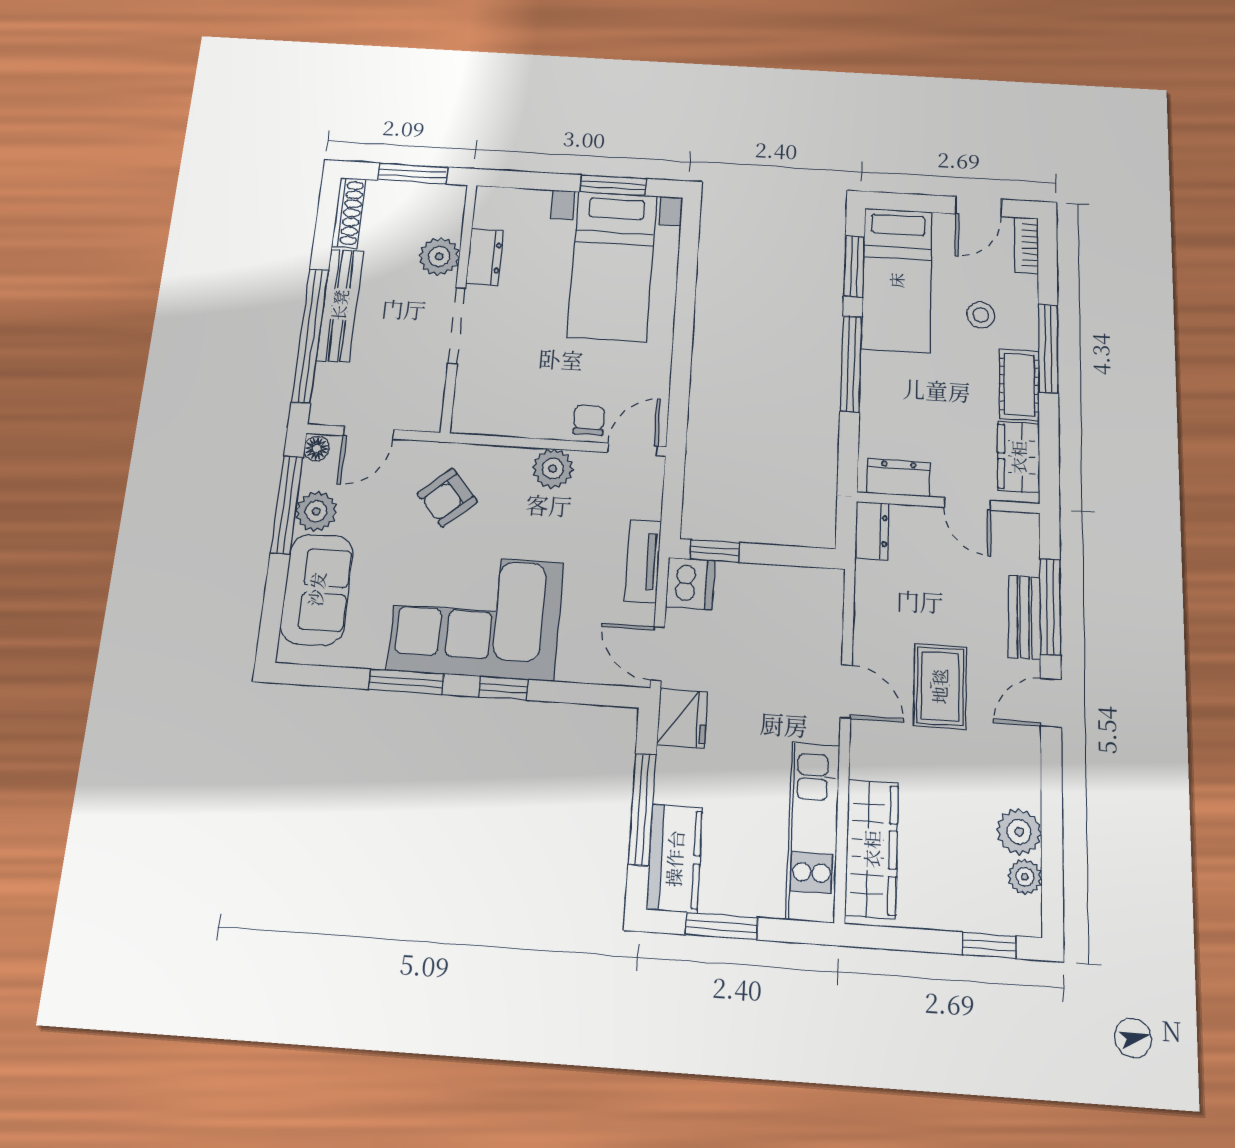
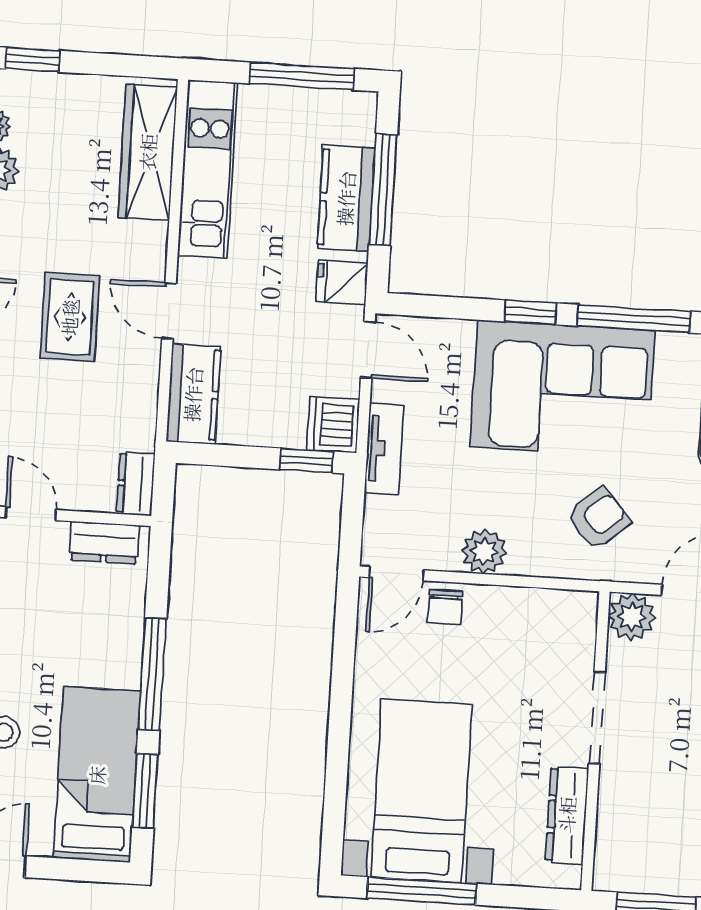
window: (613, 185) -> (422, 891), width x1.44
plant: (439, 256) -> (632, 617), moved
dresser: (485, 257) -> (567, 815), width x1.44
kitchen counter: (821, 613) -> (193, 394), added
window: (406, 682) -> (634, 319), width x1.44
fridge: (682, 718) -> (342, 282), width x0.72
kitchen counter: (675, 858) -> (346, 198), moved
window: (722, 926) -> (302, 76), width x1.44

